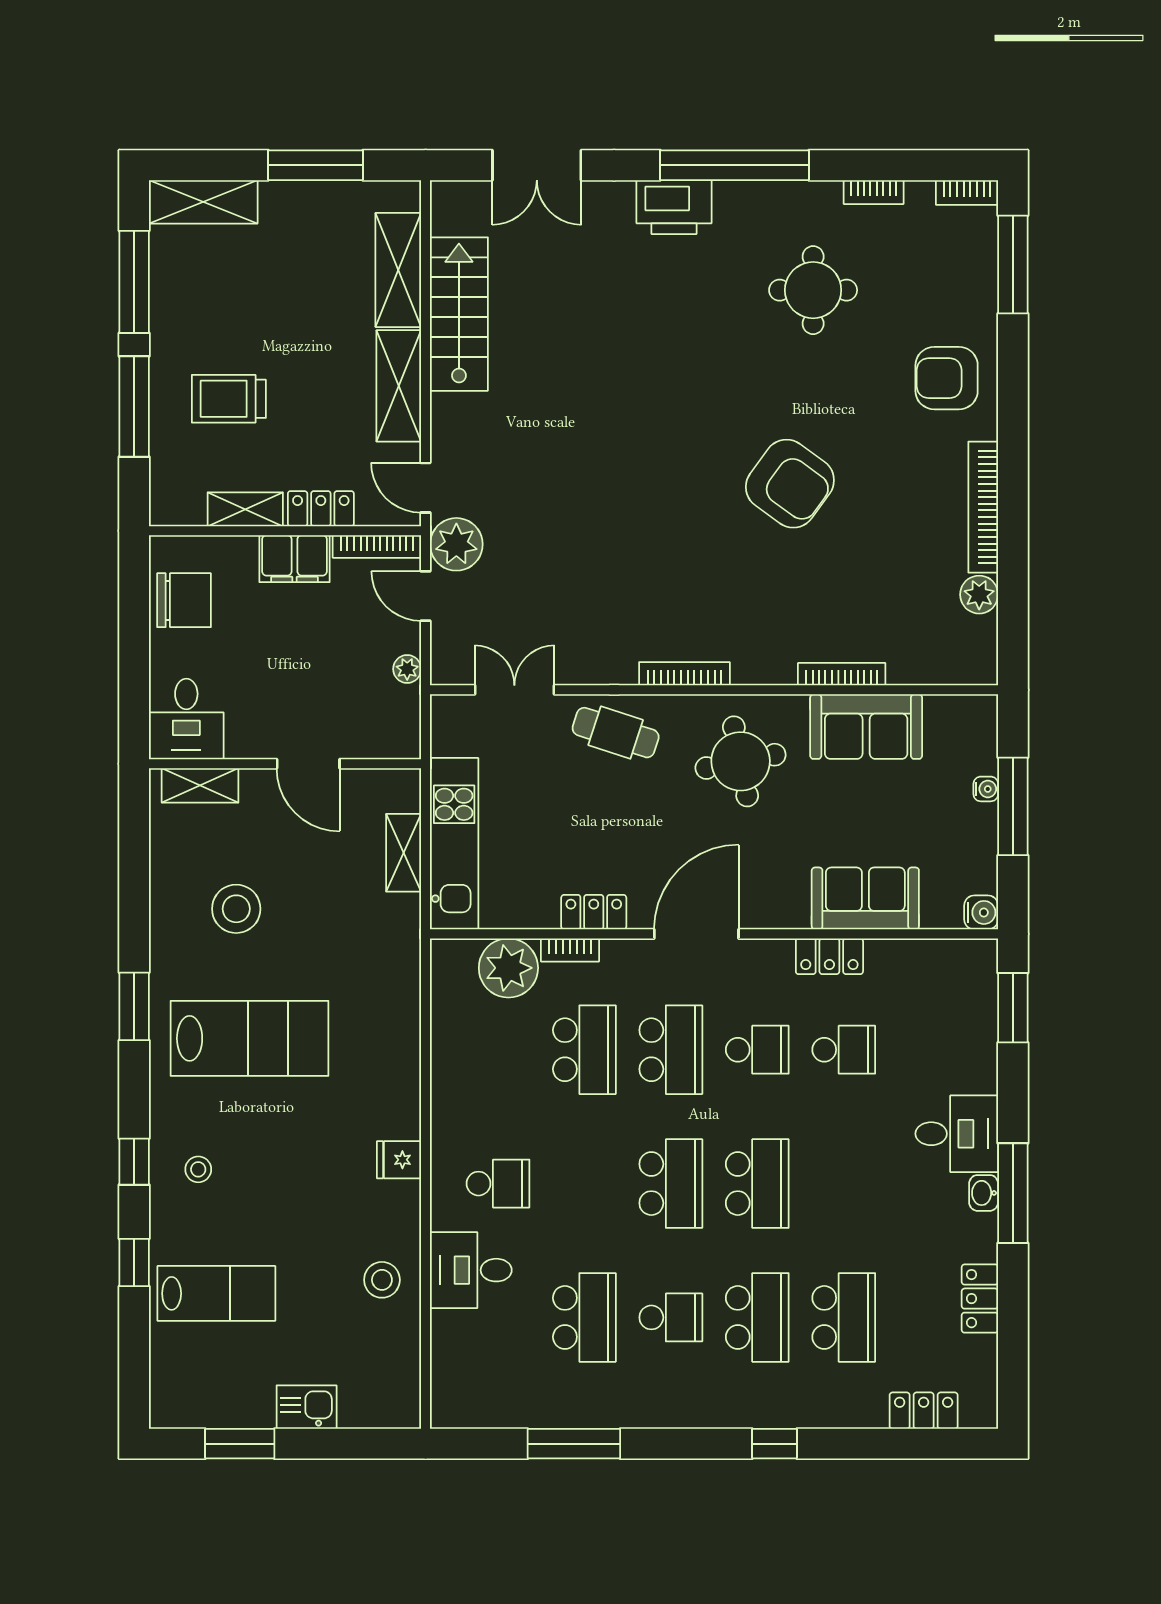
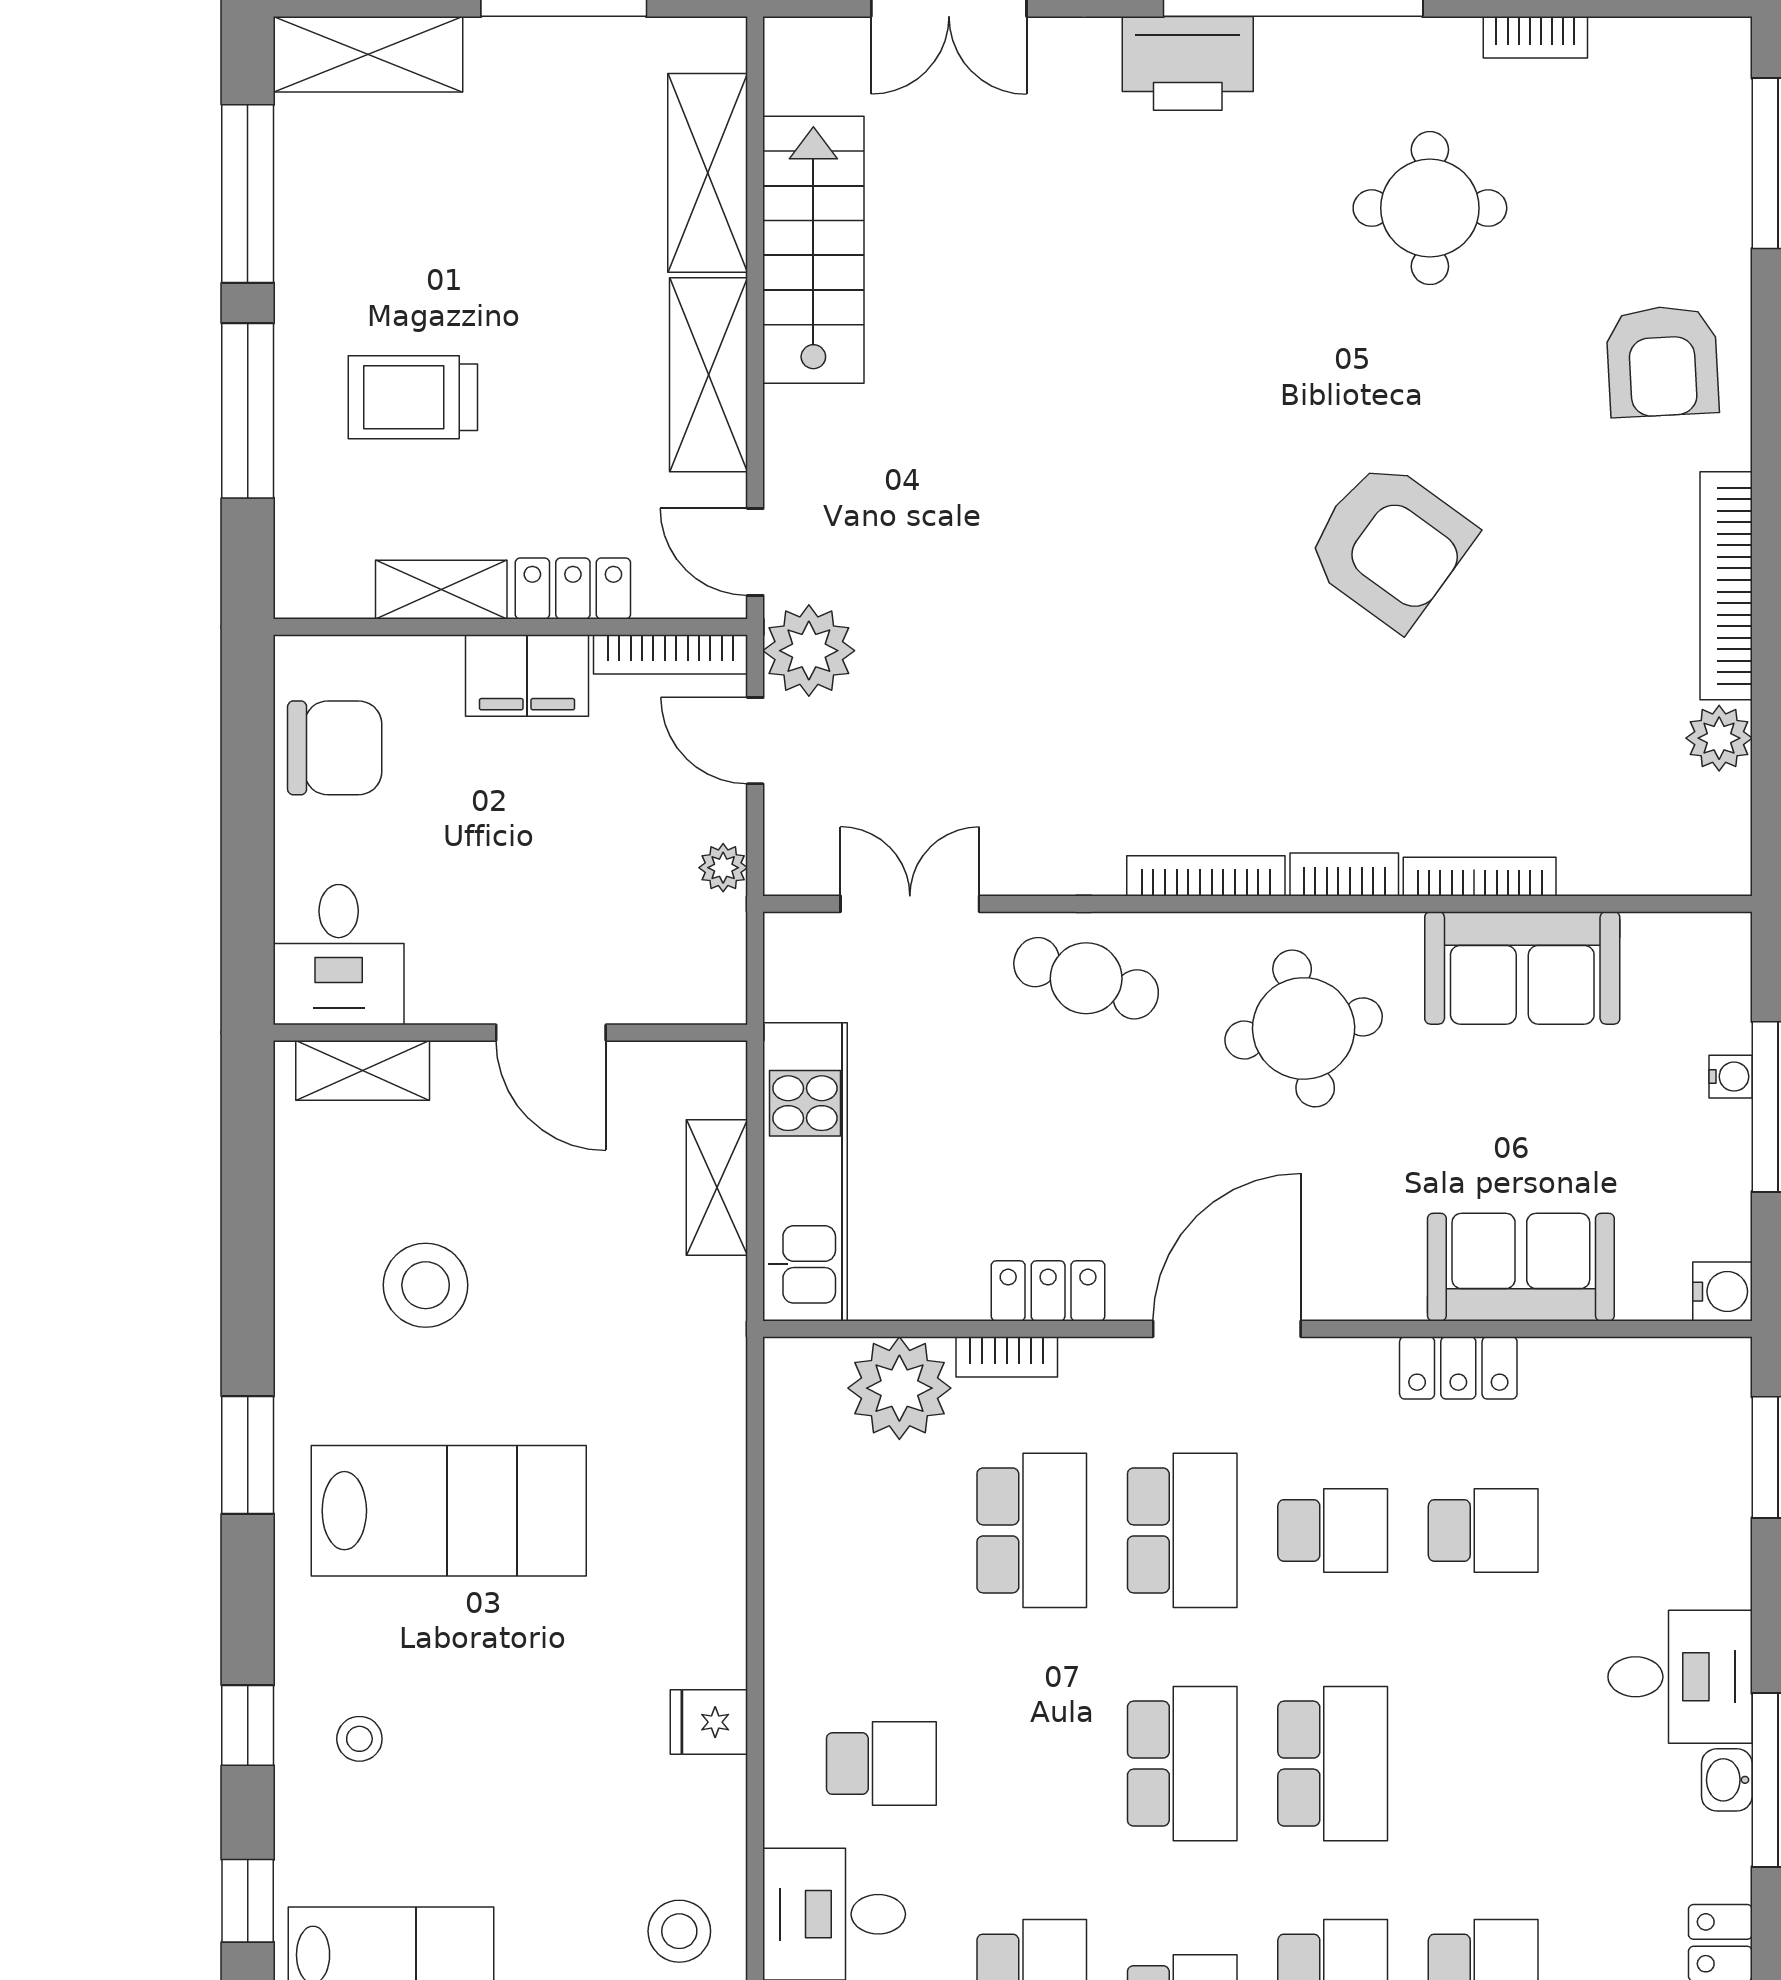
bookcase: (967, 193) -> (1344, 874), moved, turned 180
armchair: (947, 378) -> (1662, 361), turned -93

